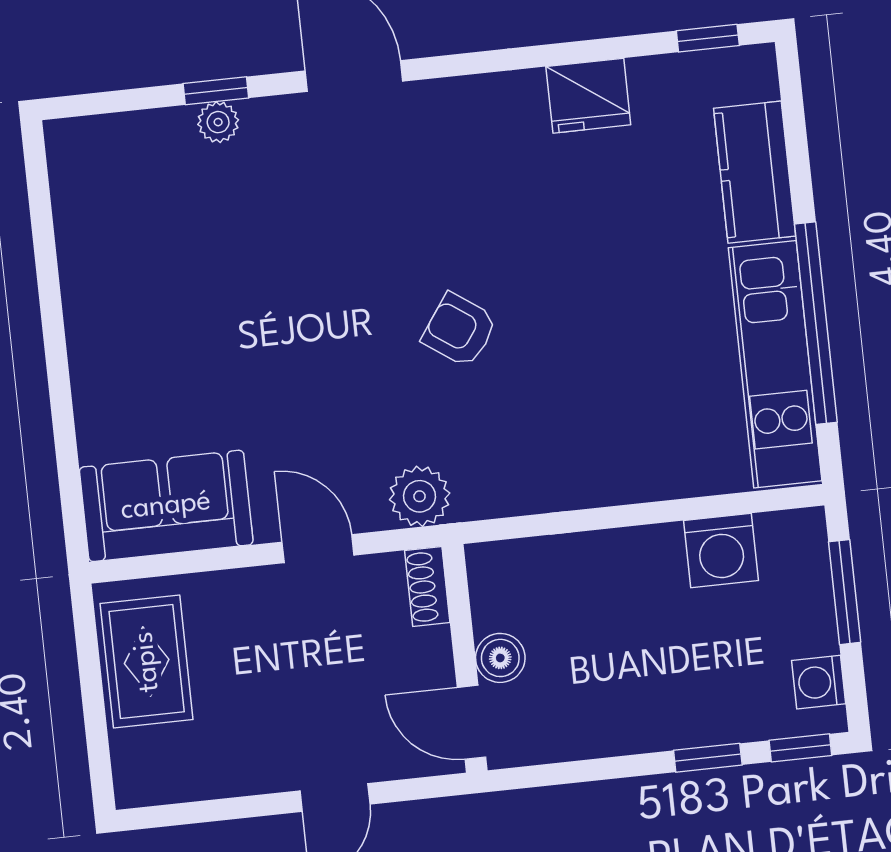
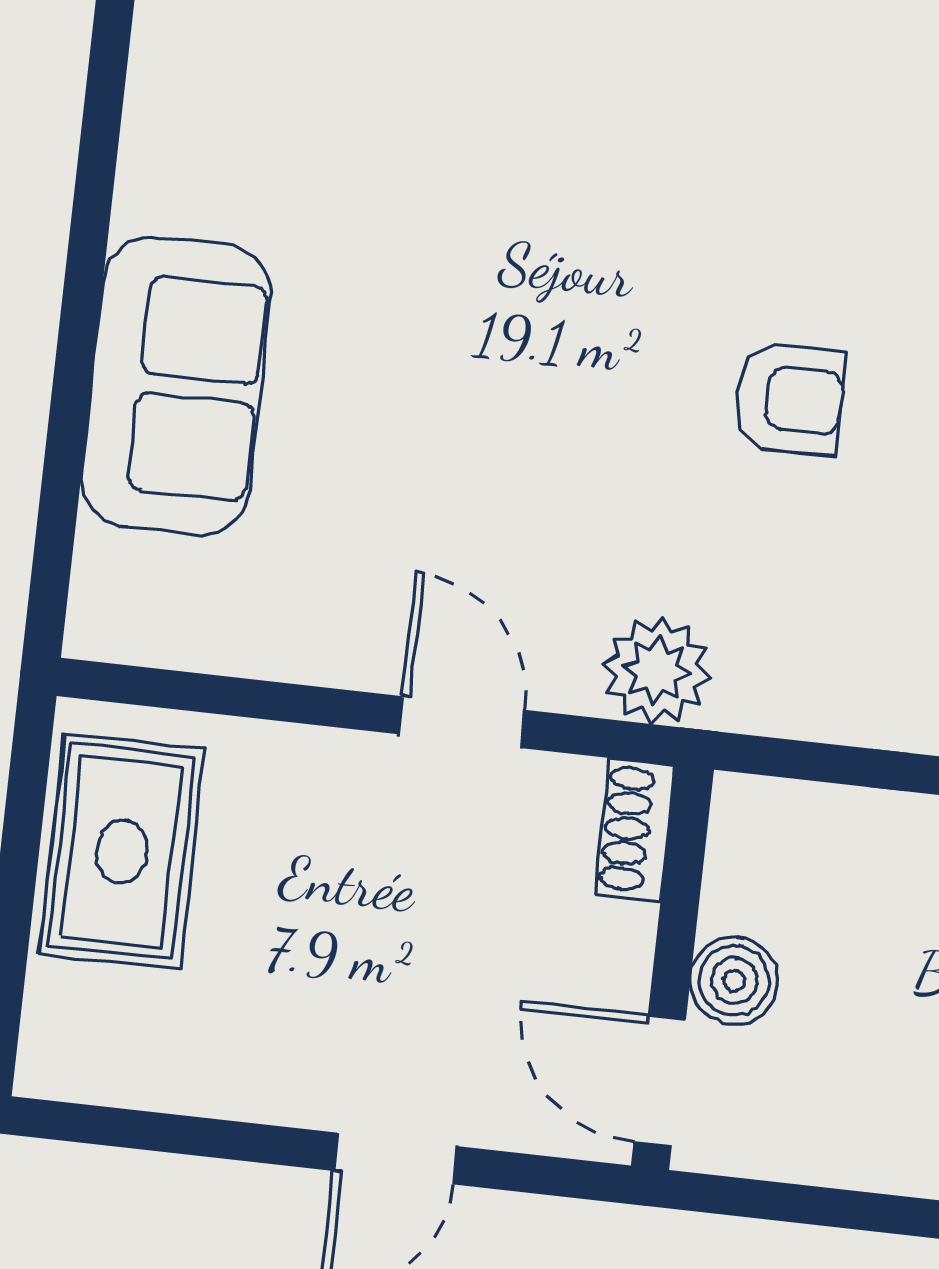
armchair: (460, 330) -> (789, 399), turned 145
sofa: (166, 506) -> (176, 386), moved, turned 90

